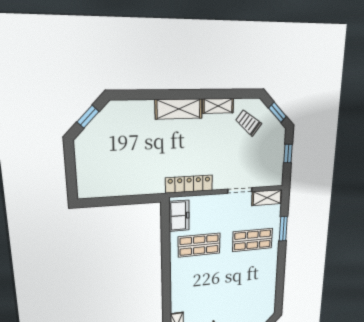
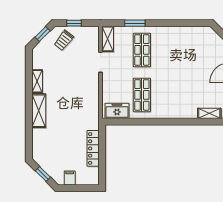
trolley: (248, 123) -> (64, 40), moved
filing cabinet: (85, 157) -> (70, 178), added
locker: (189, 184) -> (93, 148), moved

